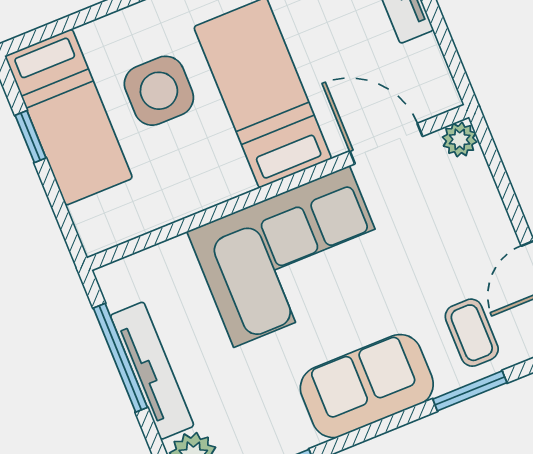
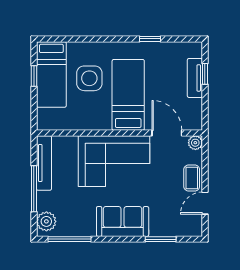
coffee table: (472, 333) -> (192, 178), moved
window: (120, 358) -> (34, 189), moved
tv unit: (152, 371) -> (44, 163), moved

